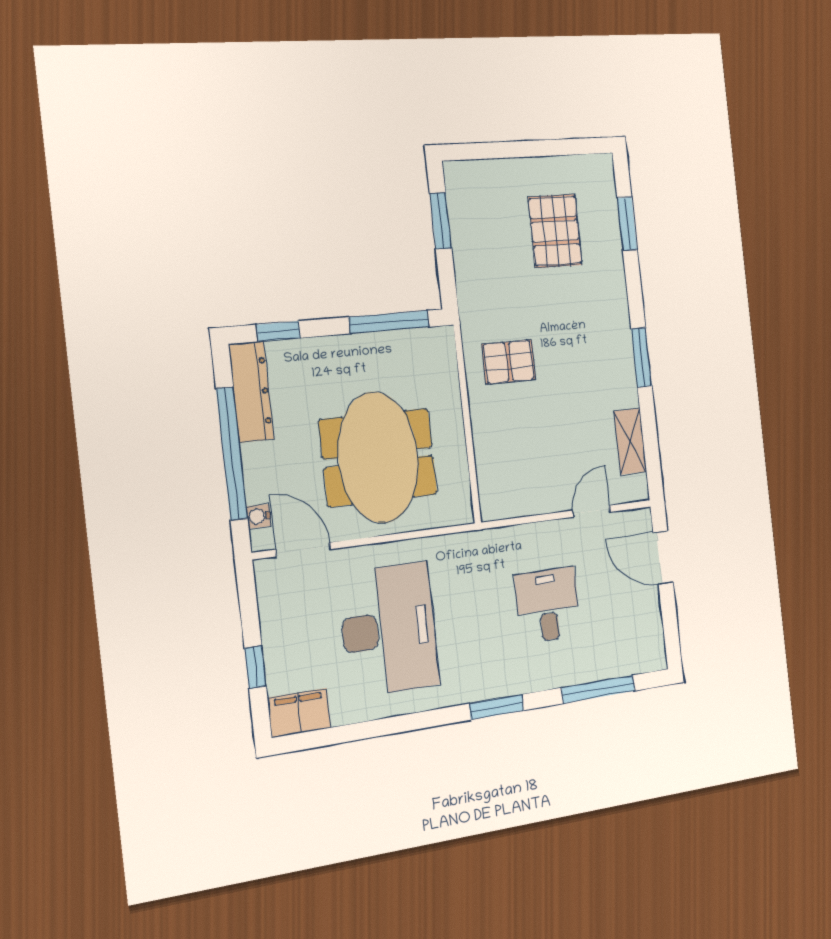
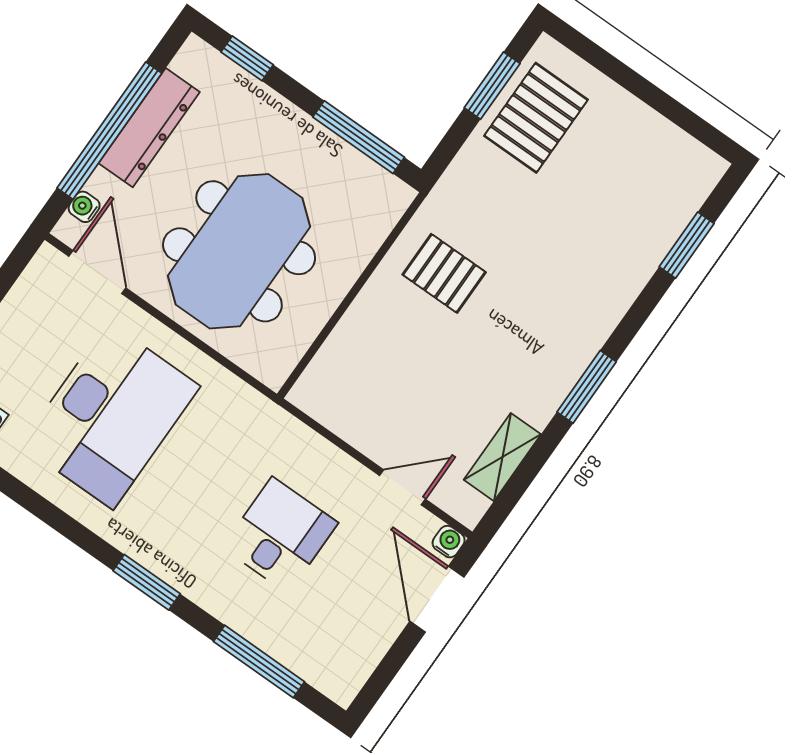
pallet: (555, 231) -> (536, 118), moved
dresser: (251, 392) -> (149, 128), moved
water cooler: (642, 518) -> (449, 542), added

